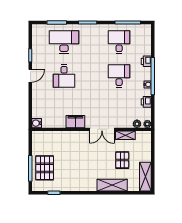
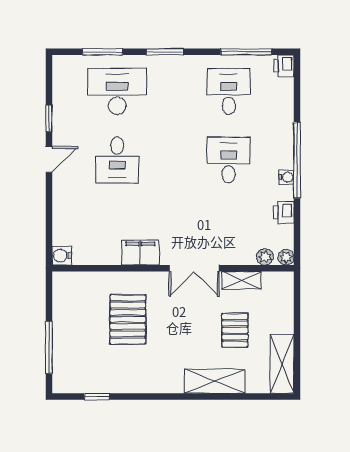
printer: (146, 61) -> (284, 66), moved
pallet: (45, 168) -> (128, 319), moved

